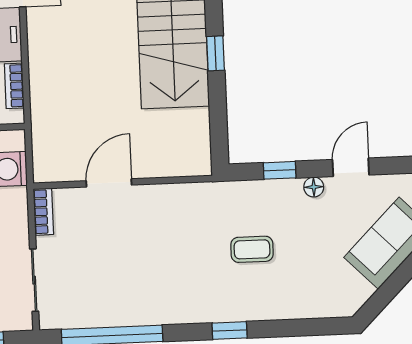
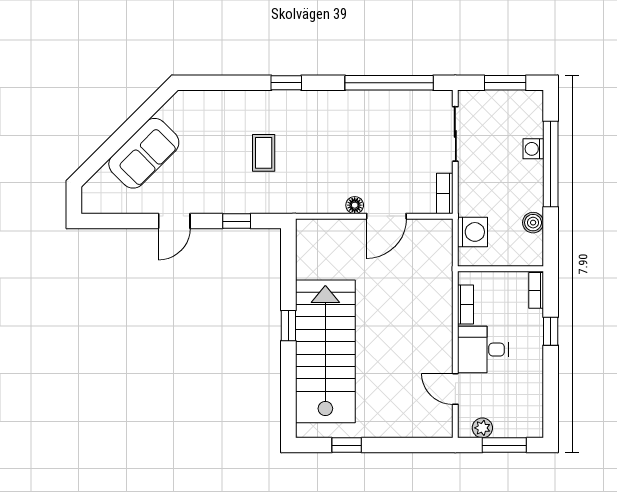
floor lamp: (314, 187) -> (355, 205), moved
coffee table: (252, 249) -> (264, 153), turned 90

